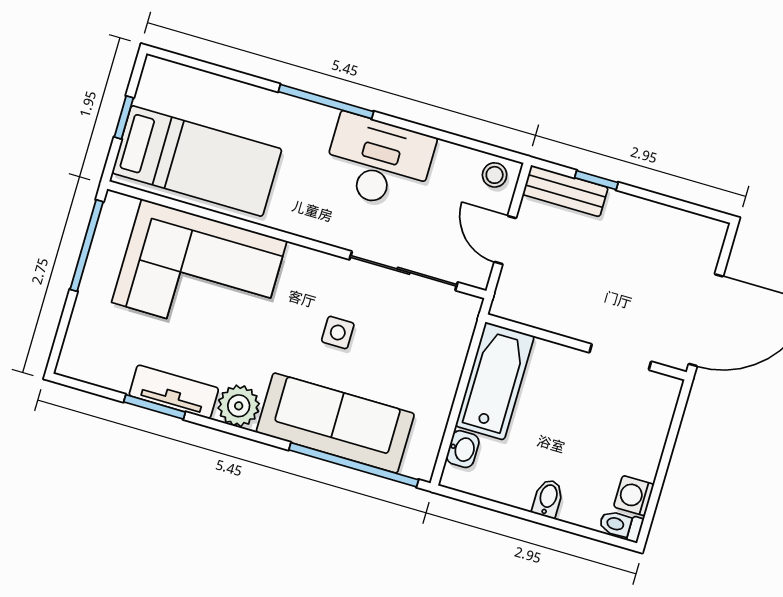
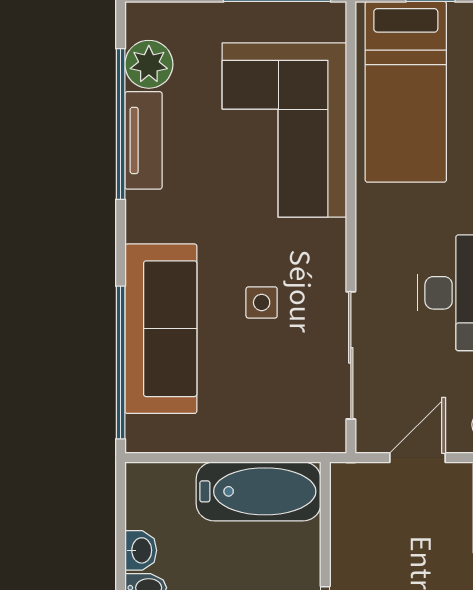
plant: (239, 406) -> (149, 64), moved
window: (155, 407) -> (121, 124), width x2.11
washbasin: (463, 449) -> (141, 550), moved, turned -90

